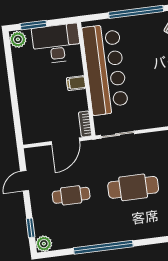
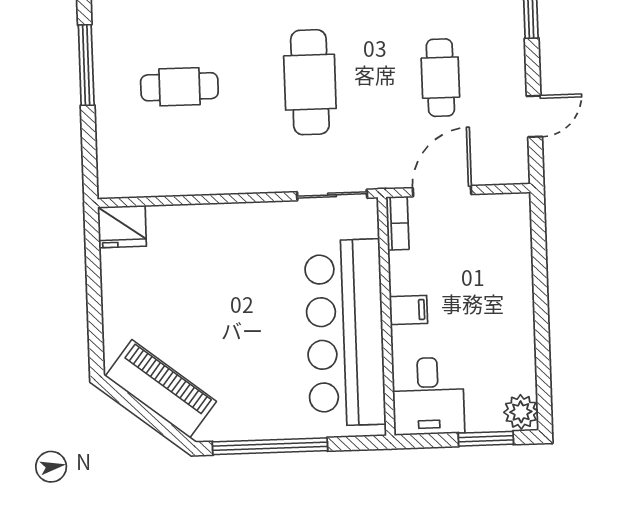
desk: (57, 44) -> (428, 396), width x0.73
cafe table: (133, 187) -> (310, 82), turned 90
cafe table: (71, 195) -> (440, 78), turned 90

